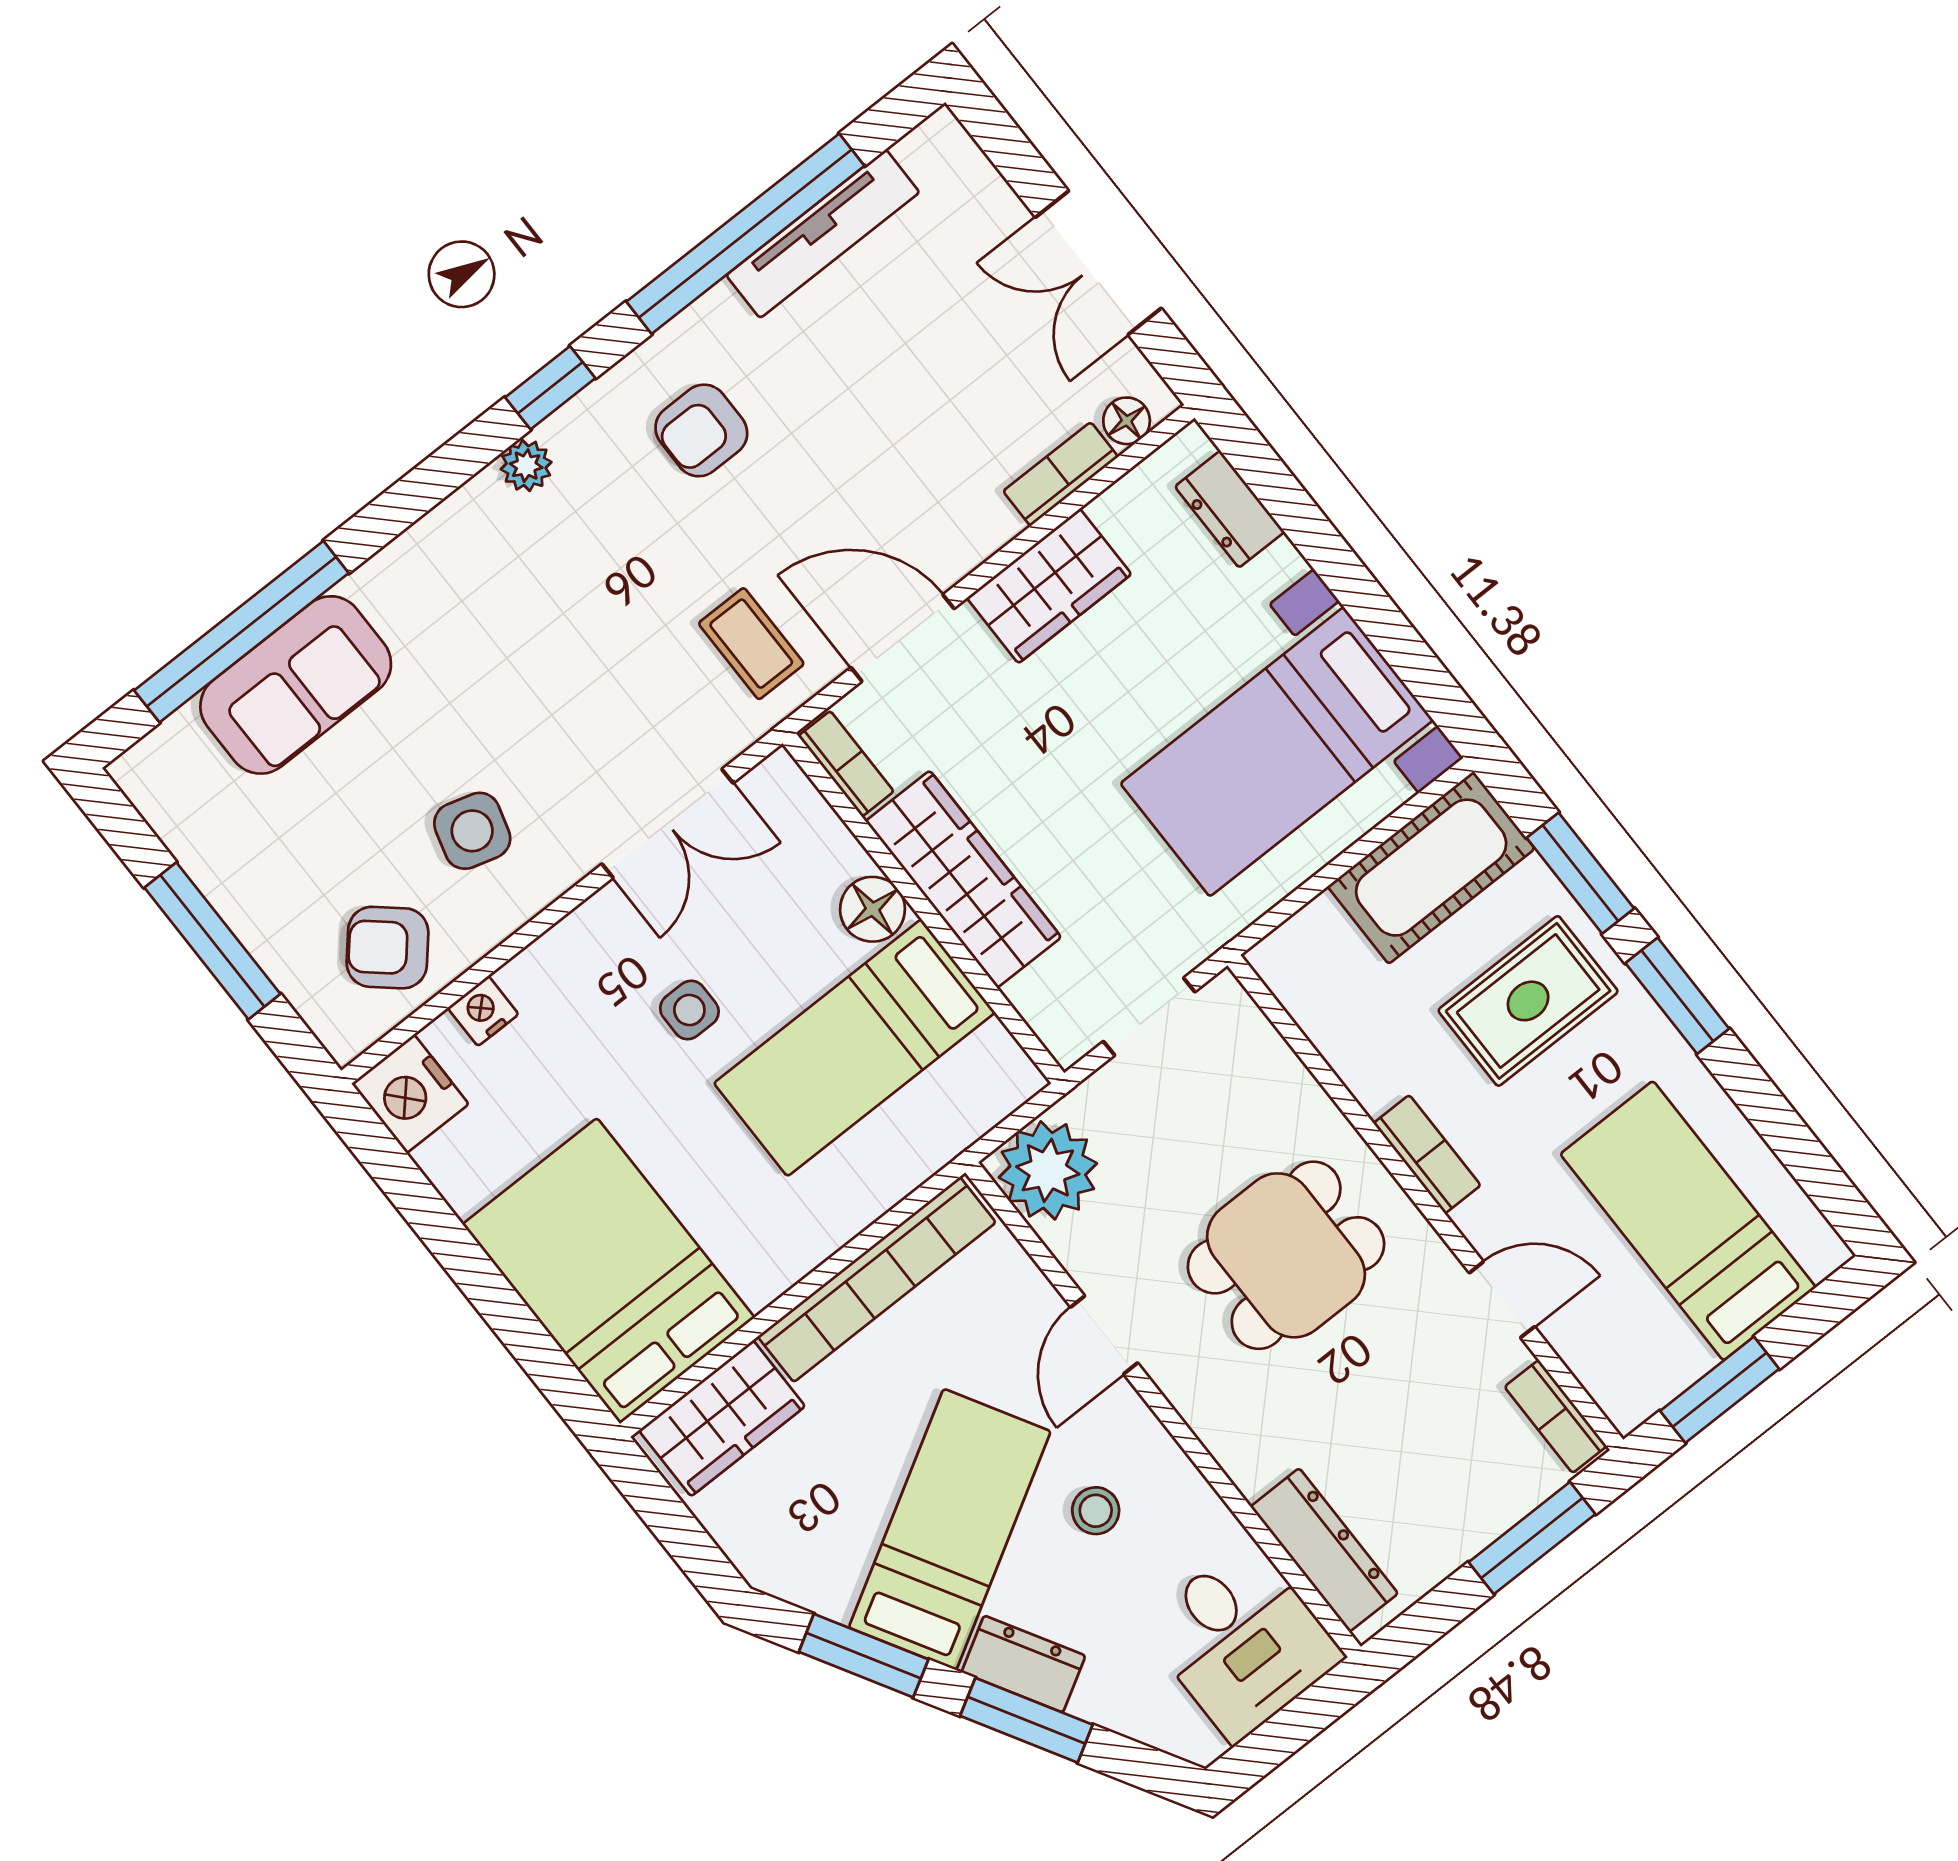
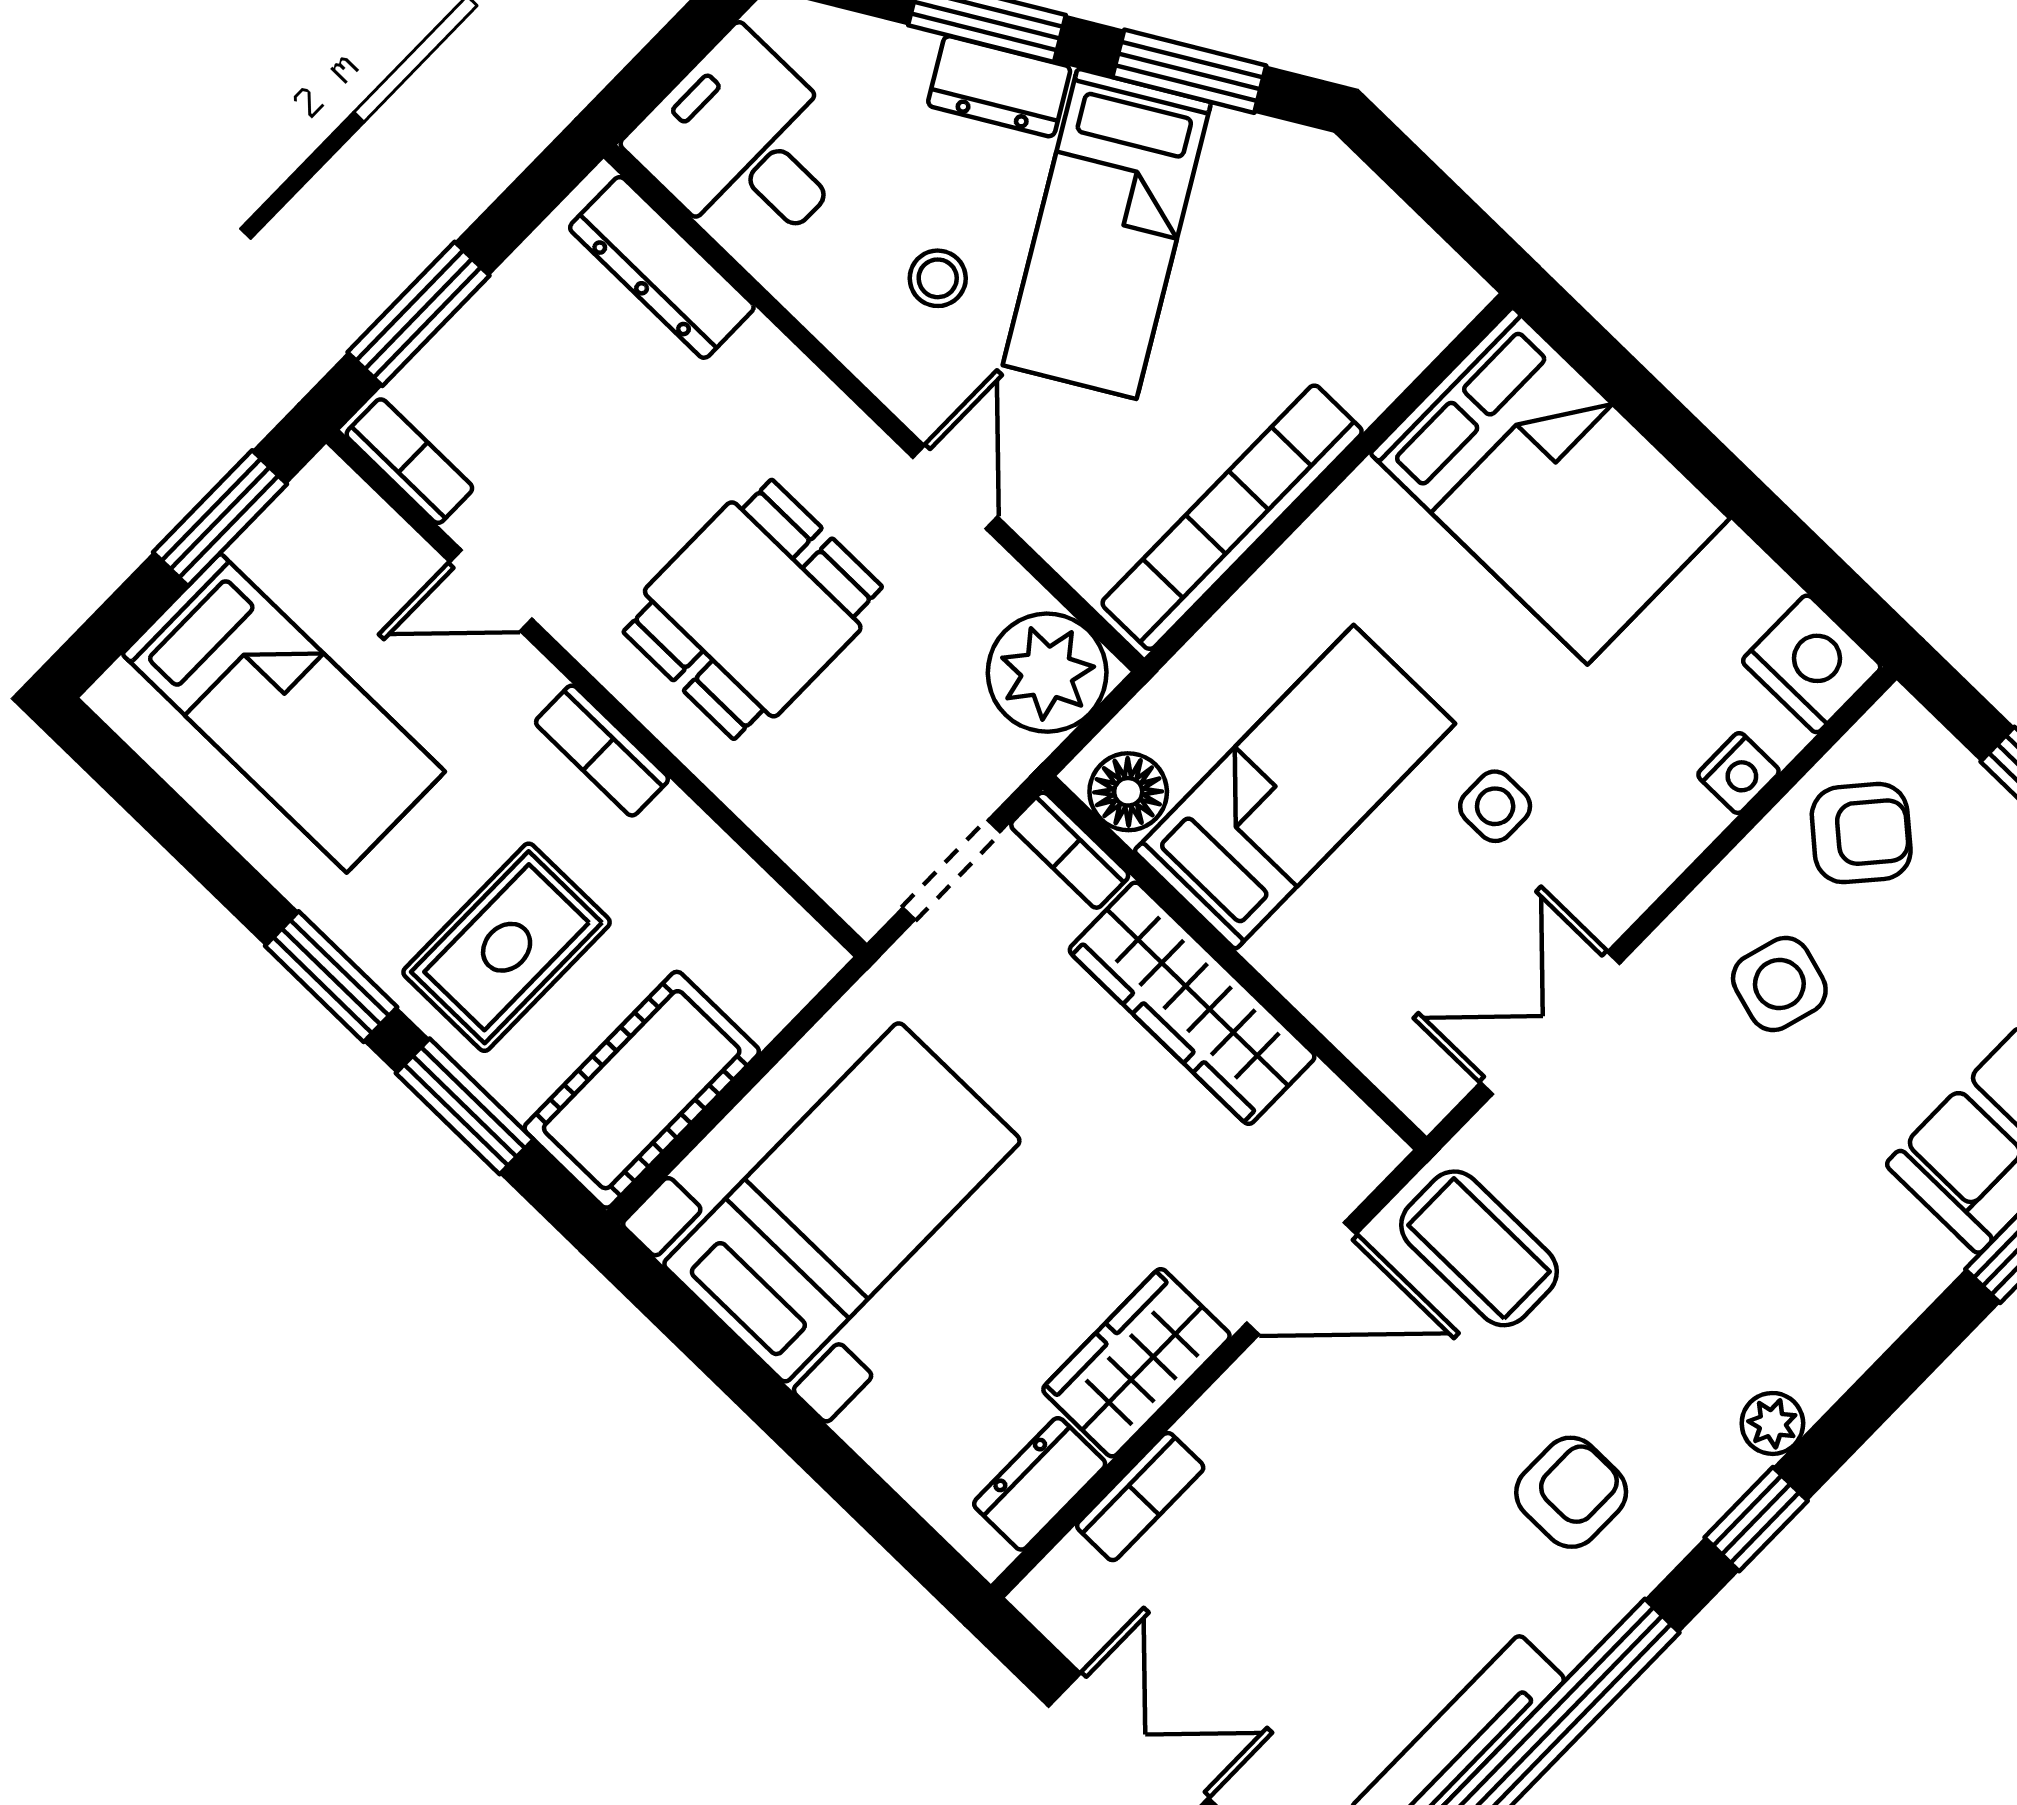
floor lamp: (1127, 421) -> (1071, 1570), removed
dresser: (1230, 509) -> (1040, 1484), moved, turned -90
coffee table: (751, 644) -> (1479, 1248), width x1.36, depth x1.30
bookcase: (846, 764) -> (1070, 850), moved
floor lamp: (872, 909) -> (1128, 792), moved
wardrobe: (722, 1418) -> (1393, 329), removed

